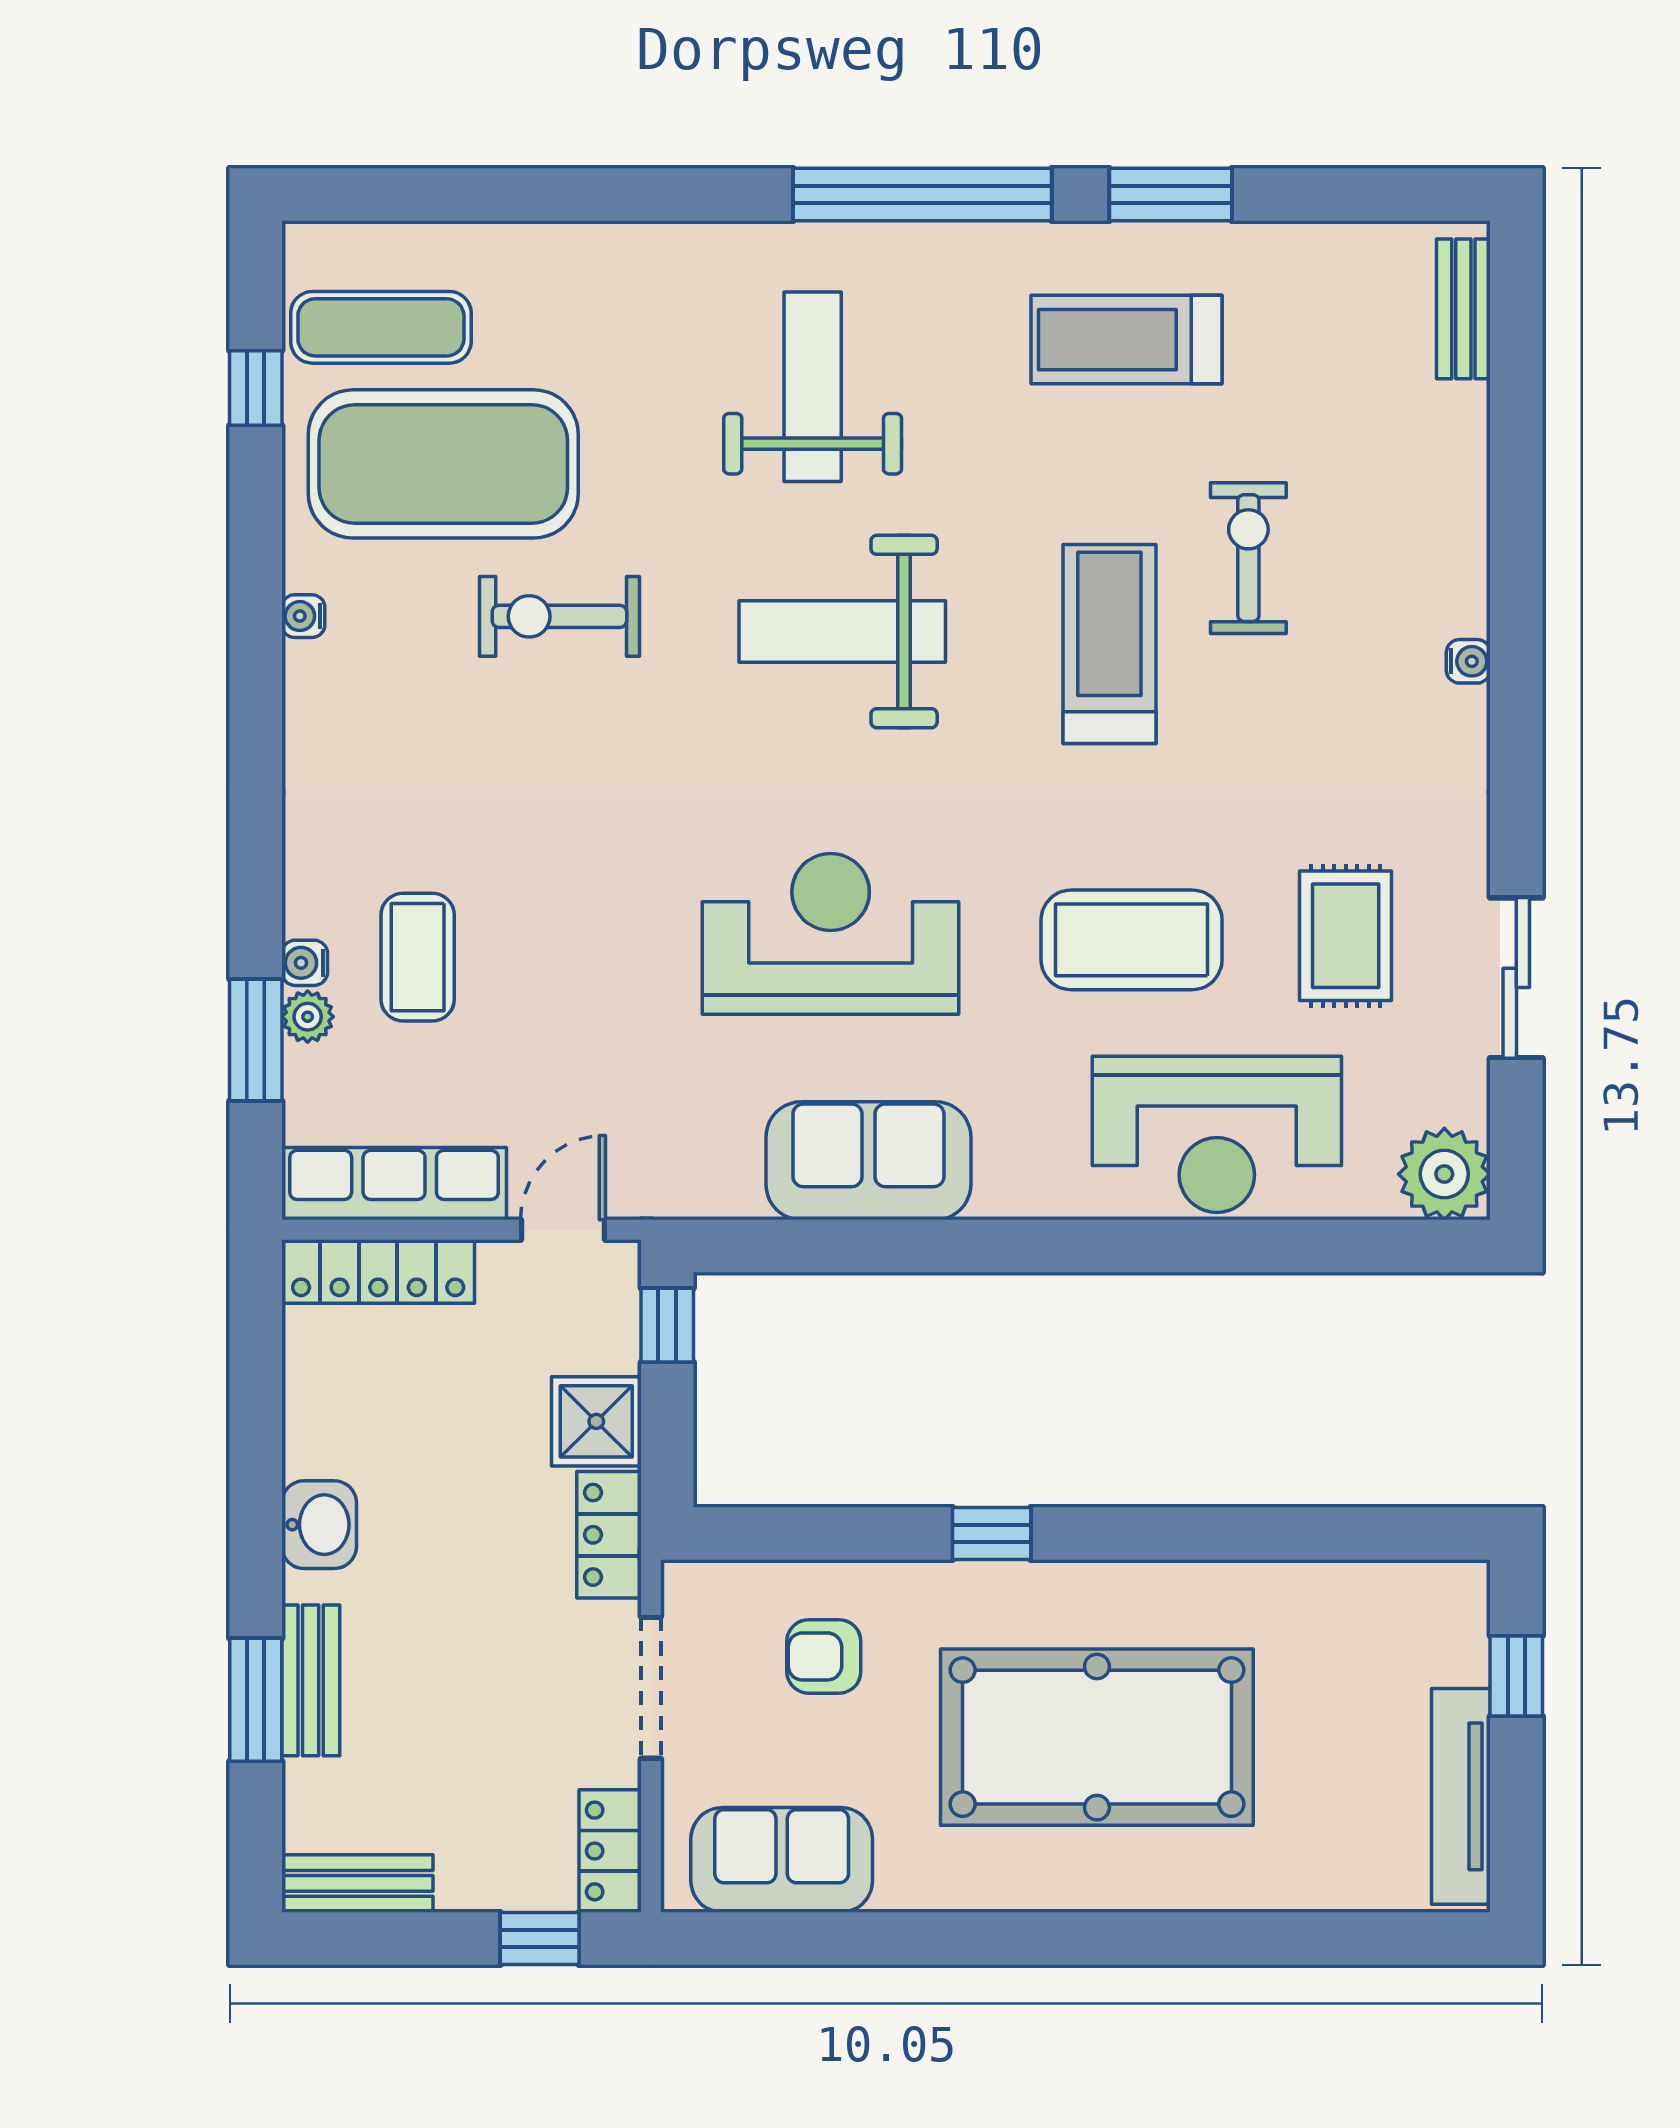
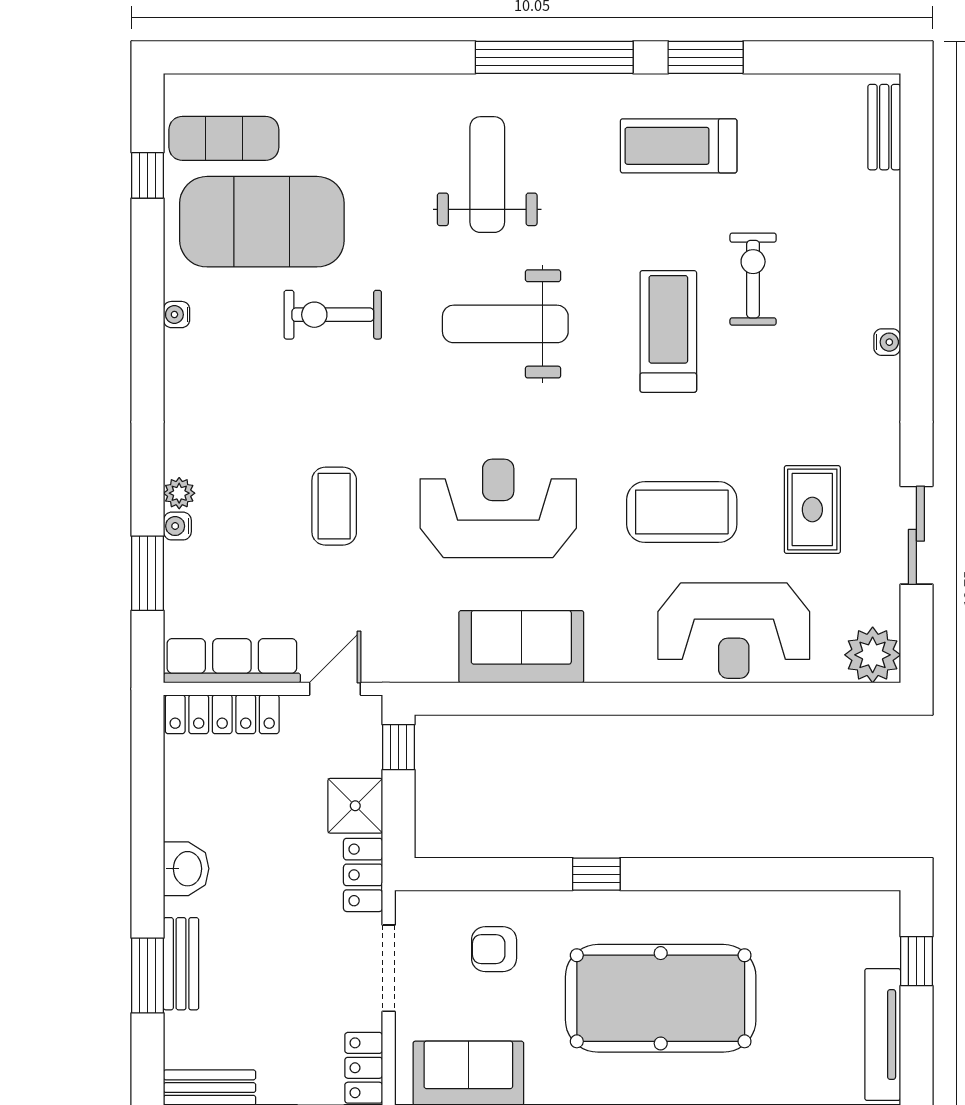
coffee table: (418, 957) -> (334, 506), moved
plant: (308, 1017) -> (179, 493), moved

